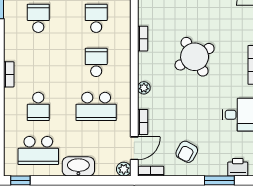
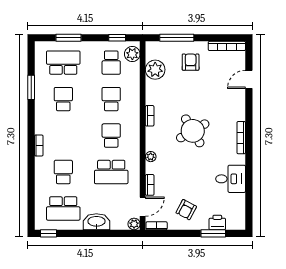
school desk: (38, 106) -> (63, 172), turned 180
printer: (238, 167) -> (217, 222), moved

